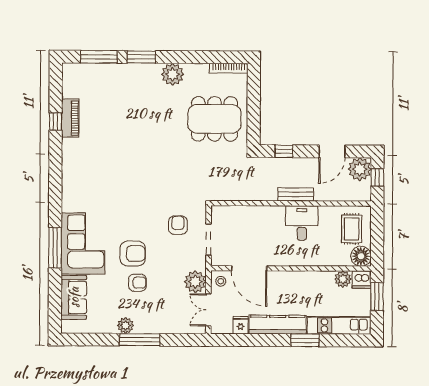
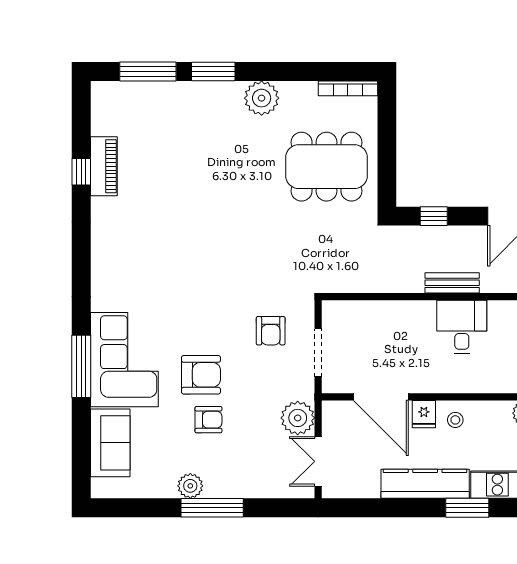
armchair: (178, 225) -> (271, 331), turned 180
stool: (221, 281) -> (455, 420), moved
fridge: (240, 325) -> (424, 414), moved, turned 180

